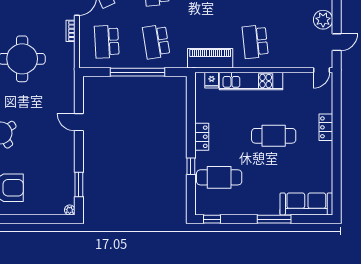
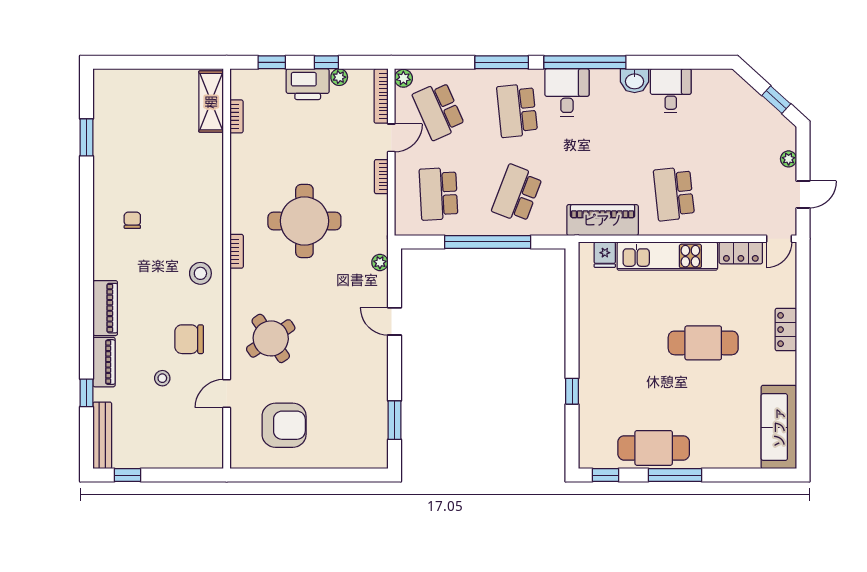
plant: (323, 20) -> (789, 159), width x0.53, depth x0.53
school desk: (156, 42) -> (517, 194), turned 30
locker: (202, 137) -> (741, 253), moved, turned 90
cafe table: (219, 177) -> (654, 448), moved
sofa: (306, 204) -> (779, 427), moved, turned -90
plant: (70, 210) -> (380, 262), moved
window: (274, 219) -> (675, 475), moved

